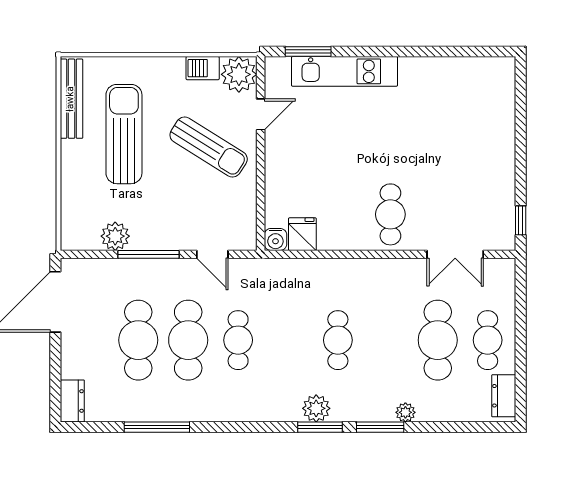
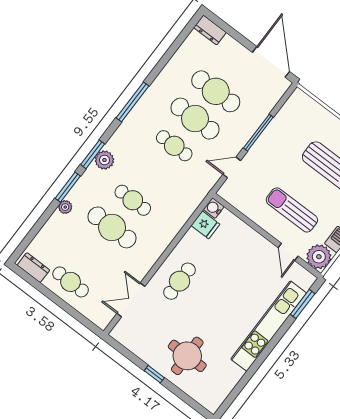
kitchen unit: (344, 71) -> (269, 326), width x1.36
round table: (470, 139) -> (187, 356), added
sun lounger: (209, 147) -> (292, 210), turned 58
cafe table: (390, 214) -> (180, 281), turned 90
window: (521, 220) -> (154, 374), moved
plant: (115, 236) -> (282, 122), removed
cafe table: (438, 340) -> (112, 227), moved
window: (157, 427) -> (133, 102), moved

